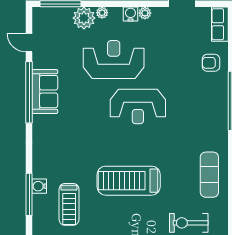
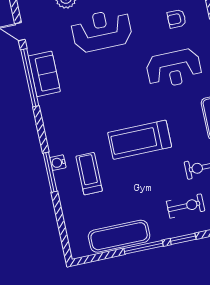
armchair: (211, 63) -> (177, 19), moved
reception desk: (138, 107) -> (174, 69), moved
treadmill: (69, 204) -> (89, 174), turned 180

